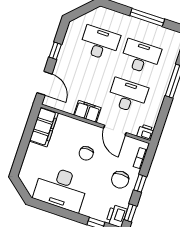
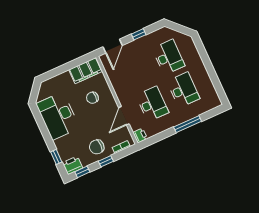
window: (147, 17) -> (211, 71), removed
filing cabinet: (87, 111) -> (120, 88), removed
chair: (86, 153) -> (92, 98), moved

